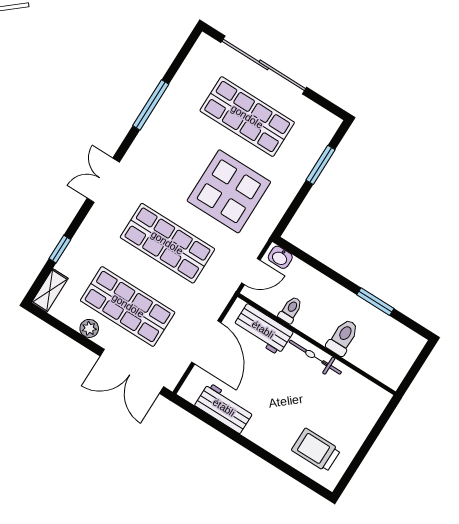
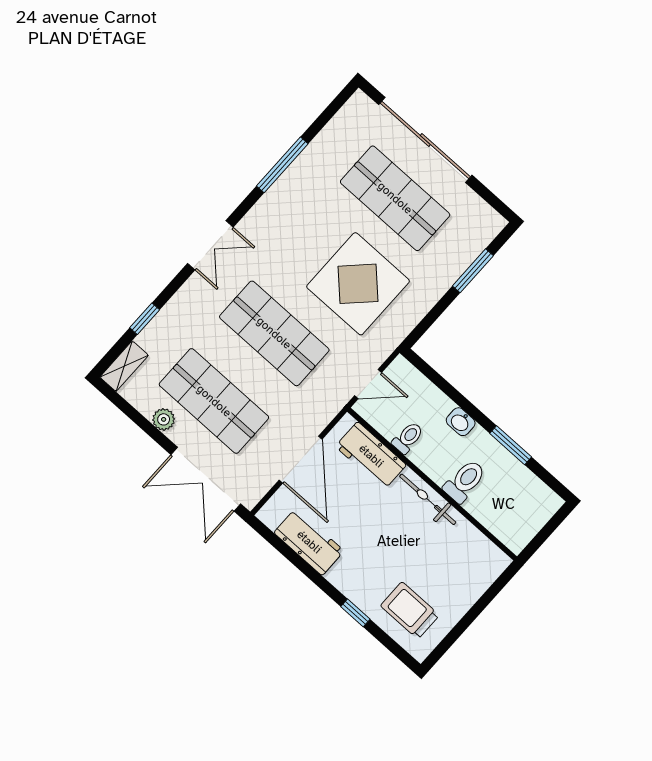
double door: (103, 180) -> (210, 245), swing flipped
washbasin: (280, 257) -> (461, 422), moved
window: (272, 460) -> (355, 613), added

